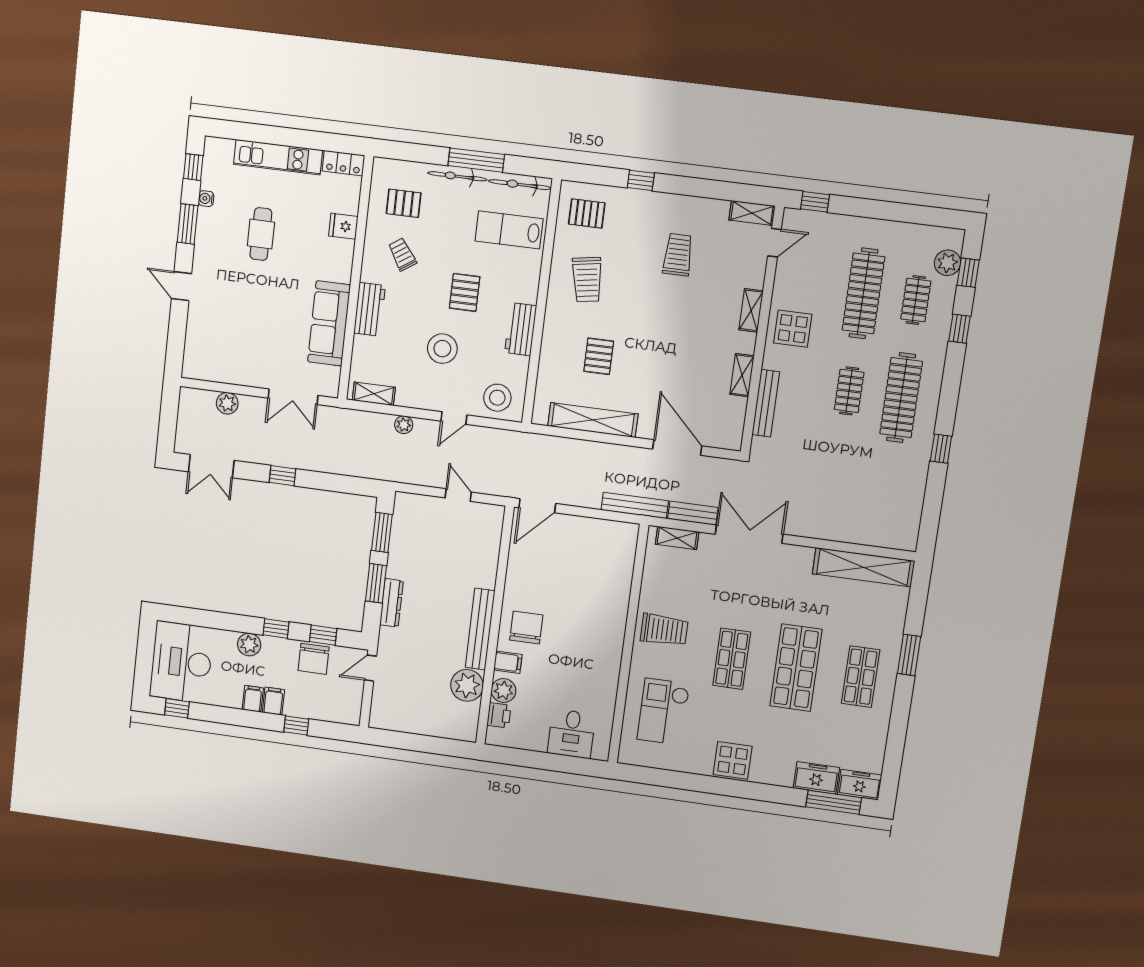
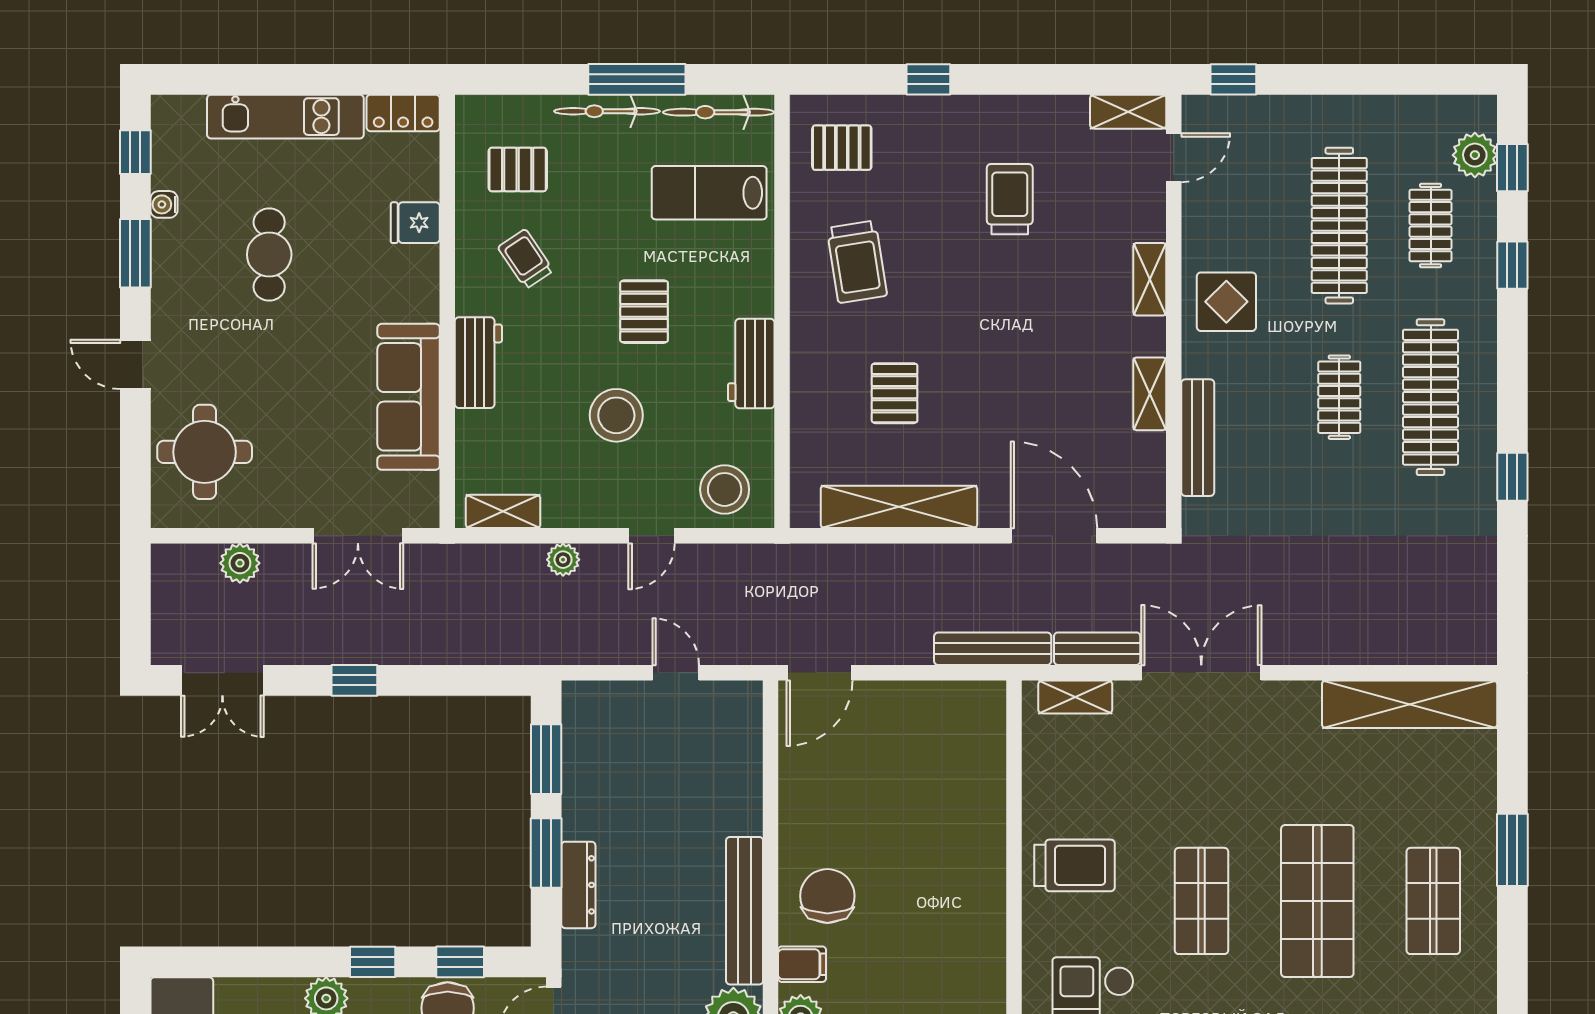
round table: (214, 340) -> (205, 452), added

